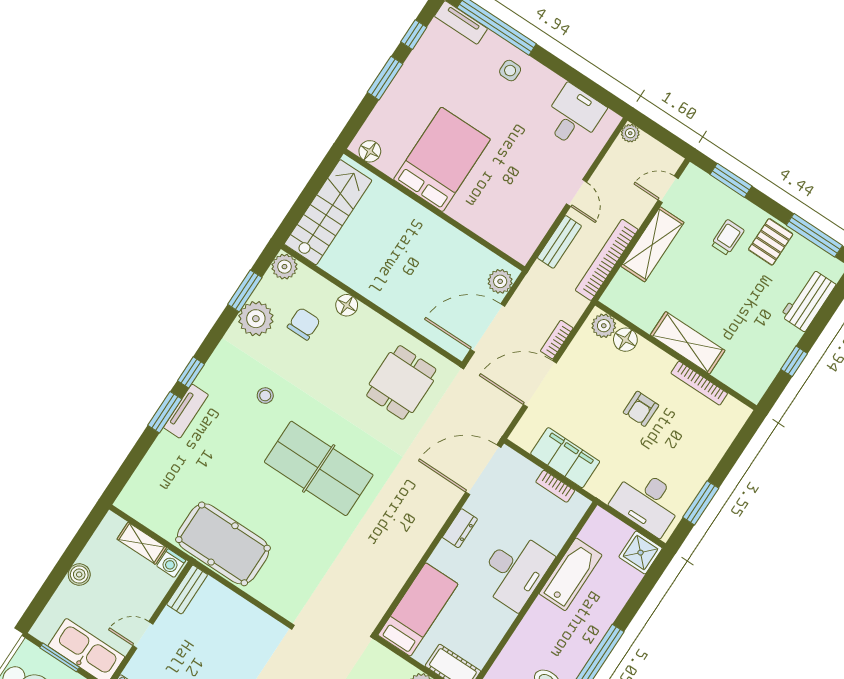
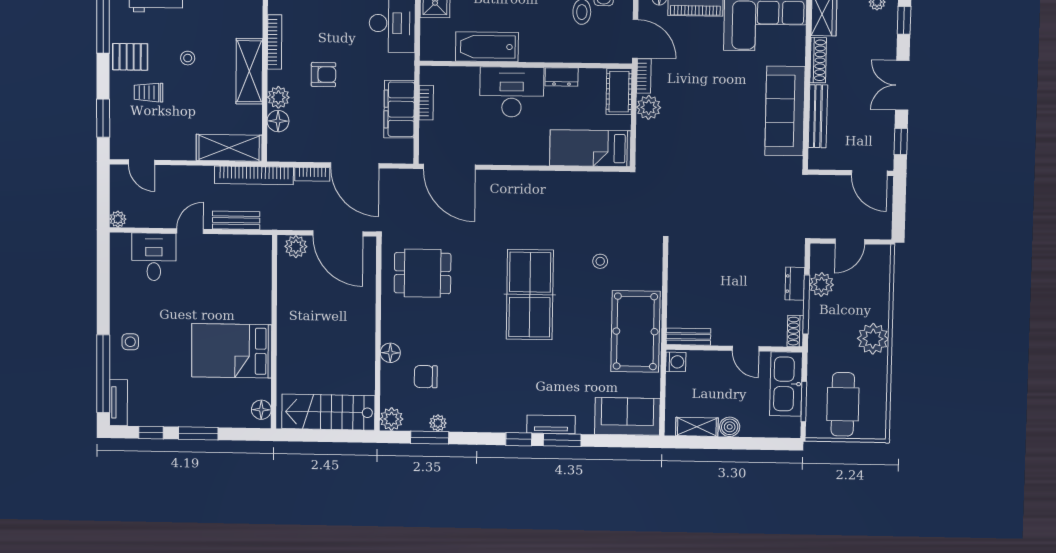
desk: (574, 116) -> (154, 257), moved, turned 90
shelving: (652, 244) -> (229, 148), moved
bookcase: (607, 260) -> (254, 175), moved
stool: (736, 294) -> (188, 58), added
plant: (256, 319) -> (438, 423), width x0.53, depth x0.53
plant: (604, 326) -> (278, 97), moved
stool: (265, 396) -> (600, 261), moved
sofa: (149, 486) -> (627, 416), added
dresser: (460, 528) -> (562, 77), moved, turned 180
shelving: (142, 543) -> (697, 427), moved, turned 90

